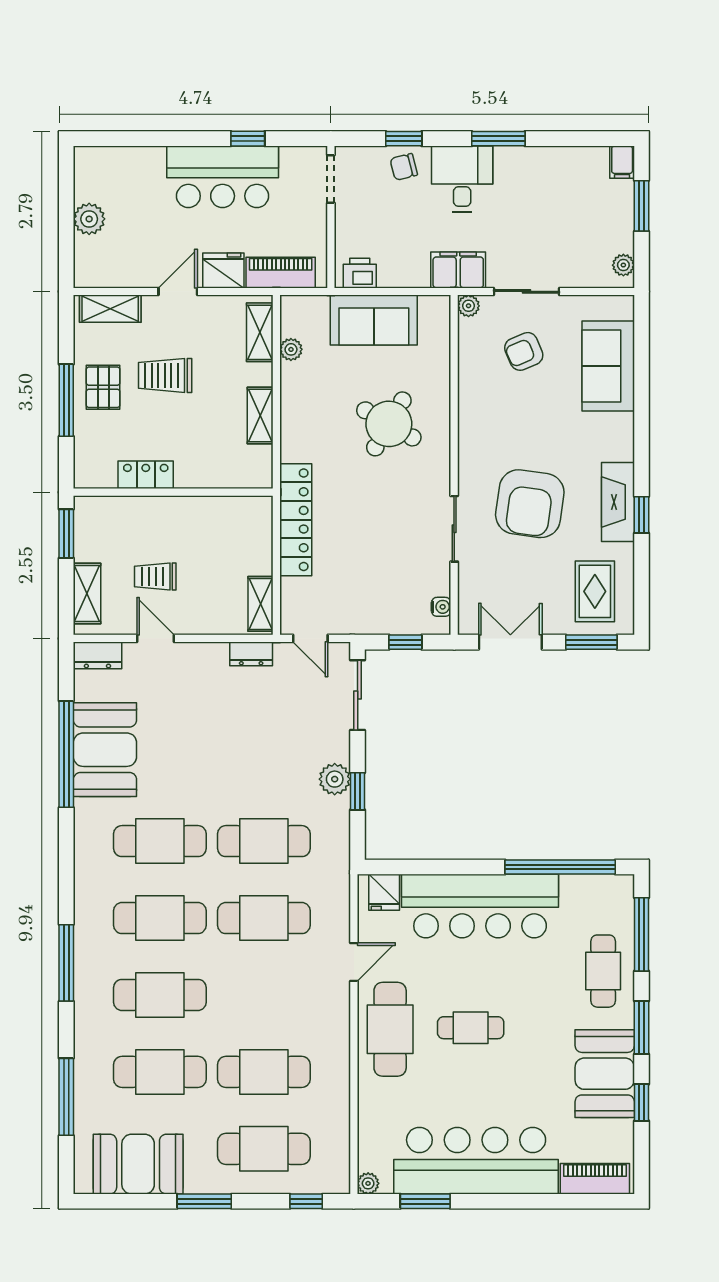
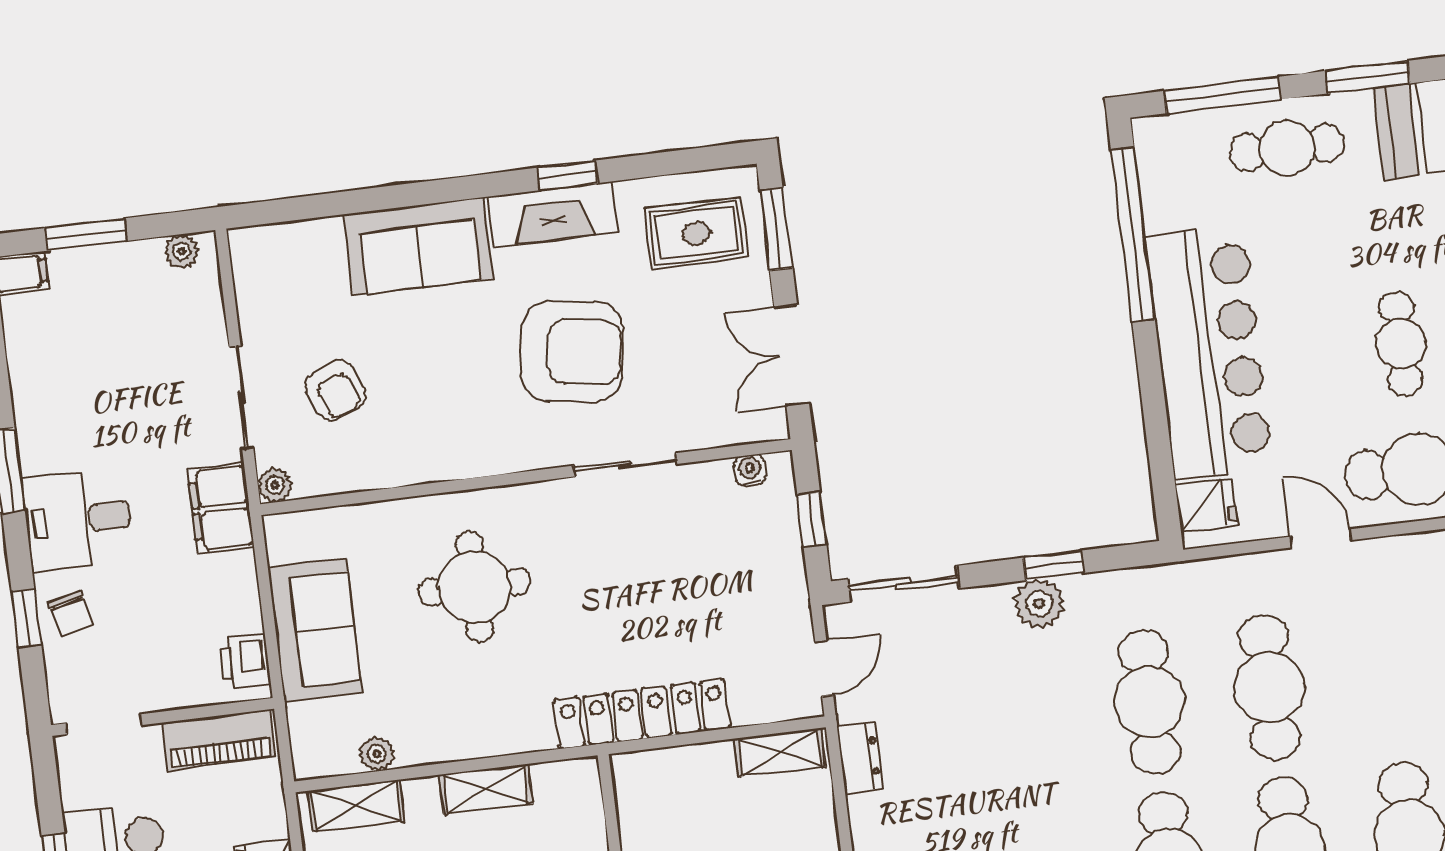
piano: (281, 273) -> (219, 740), moved, turned -90
sofa: (608, 366) -> (419, 246), moved
round table: (389, 424) -> (474, 587), turned -30

